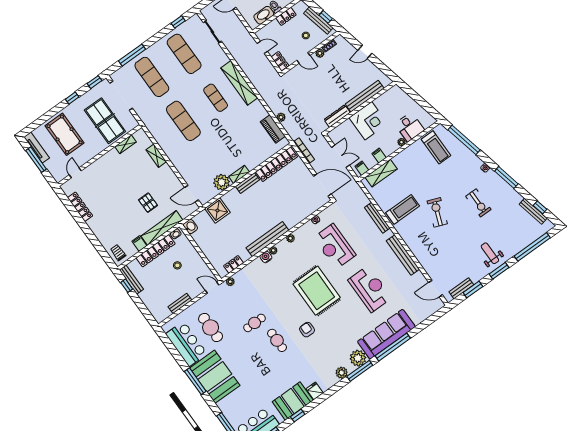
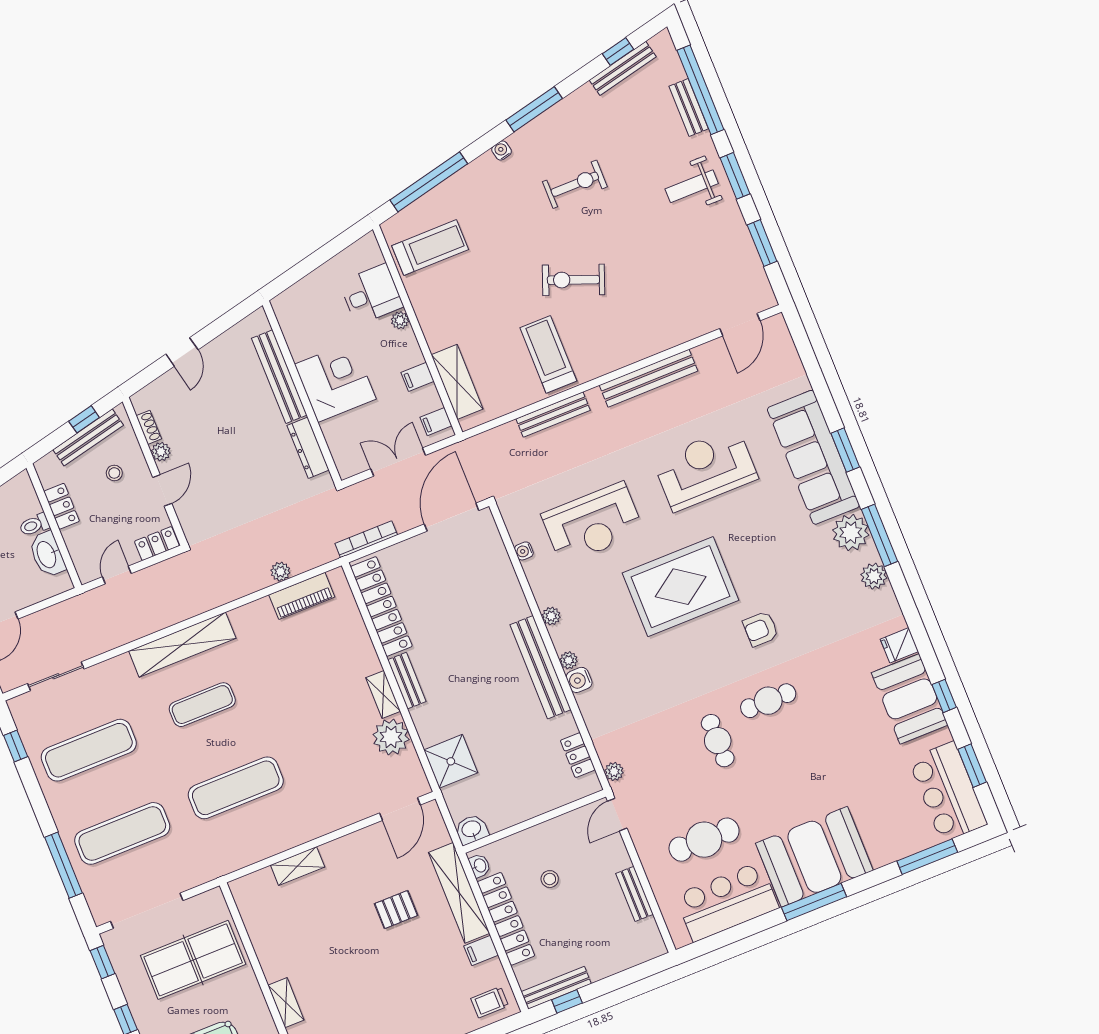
shelving: (125, 144) -> (286, 1003), moved
bench: (461, 288) -> (689, 108), moved
window: (393, 347) -> (845, 450), width x0.47

